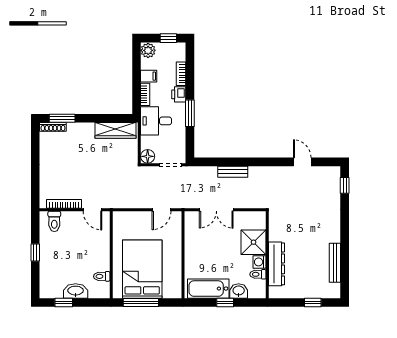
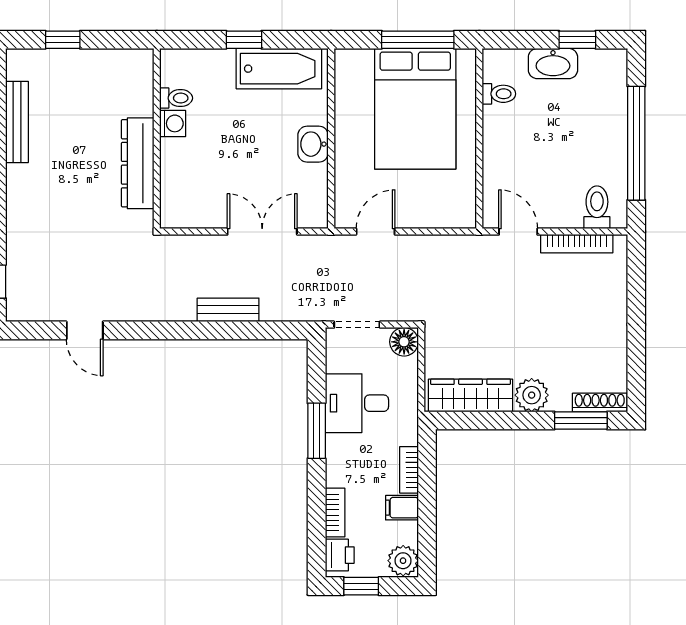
printer: (179, 94) -> (340, 555), moved
desk: (156, 121) -> (357, 403), moved, turned 180
plant: (86, 131) -> (532, 395), added
shower: (254, 242) -> (185, 164), removed
window: (35, 252) -> (636, 143), width x3.17
dresser: (277, 264) -> (138, 163), moved
washbasin: (239, 291) -> (313, 144), moved, turned 90

